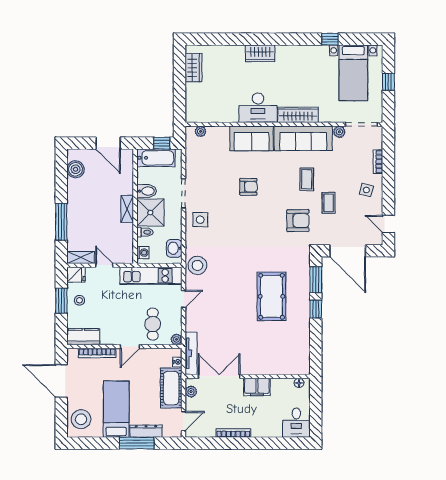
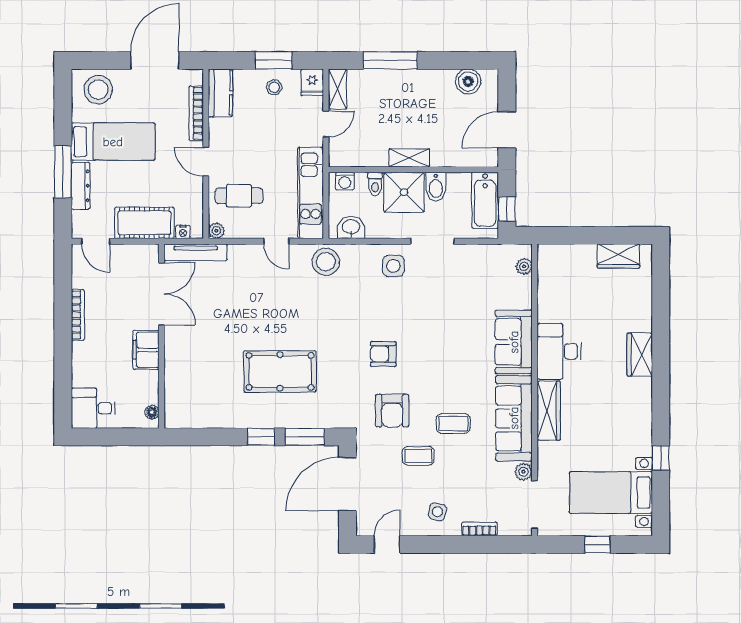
armchair: (248, 187) -> (383, 354), moved, turned 90
plant: (191, 392) -> (139, 252), removed

